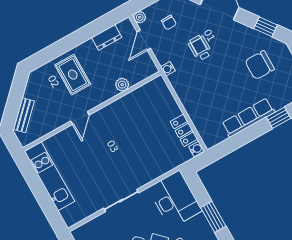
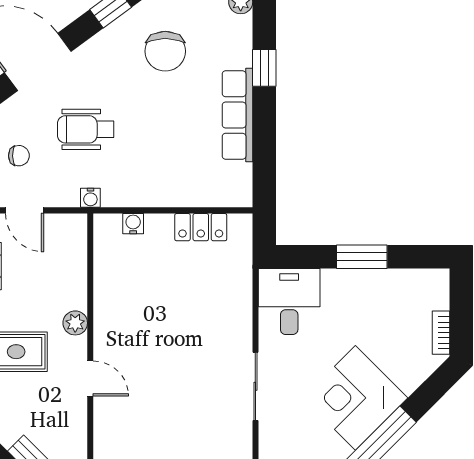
wheelchair: (200, 48) -> (86, 129), width x1.36, depth x1.37
plant: (122, 85) -> (75, 323), moved
water cooler: (196, 149) -> (133, 224), moved
desk: (175, 199) -> (289, 302), width x0.73

